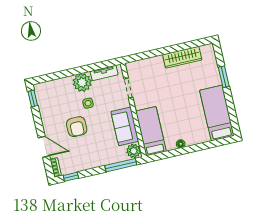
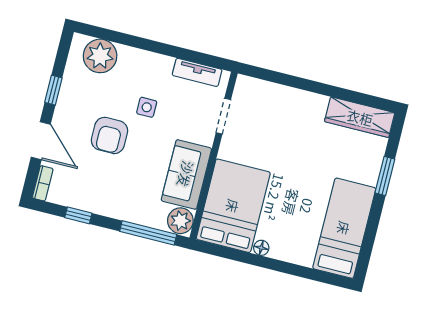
wardrobe: (182, 57) -> (360, 117), moved
plant: (82, 83) -> (100, 56), moved
window: (33, 99) -> (53, 90), moved
bed: (151, 131) -> (233, 206), width x1.50
window: (71, 177) -> (78, 215), moved

